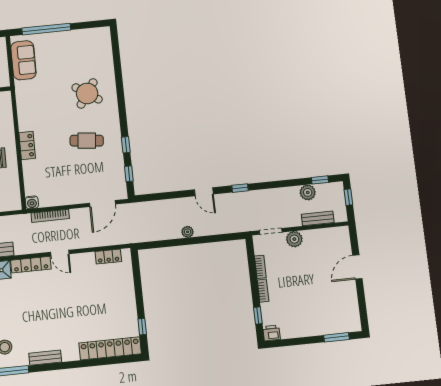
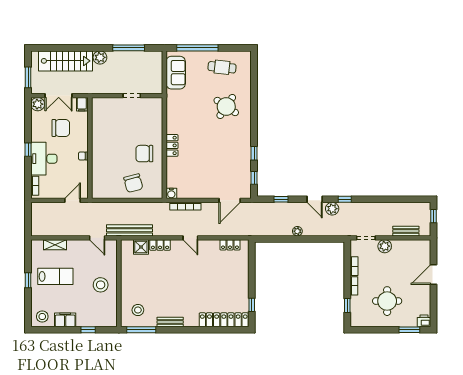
cafe table: (87, 141) -> (222, 67), moved
window: (320, 180) -> (281, 199), moved
plant: (308, 192) -> (332, 209), moved
locker: (31, 265) -> (160, 245), width x0.66
round table: (305, 305) -> (387, 301), added
printer: (272, 333) -> (424, 321), moved

